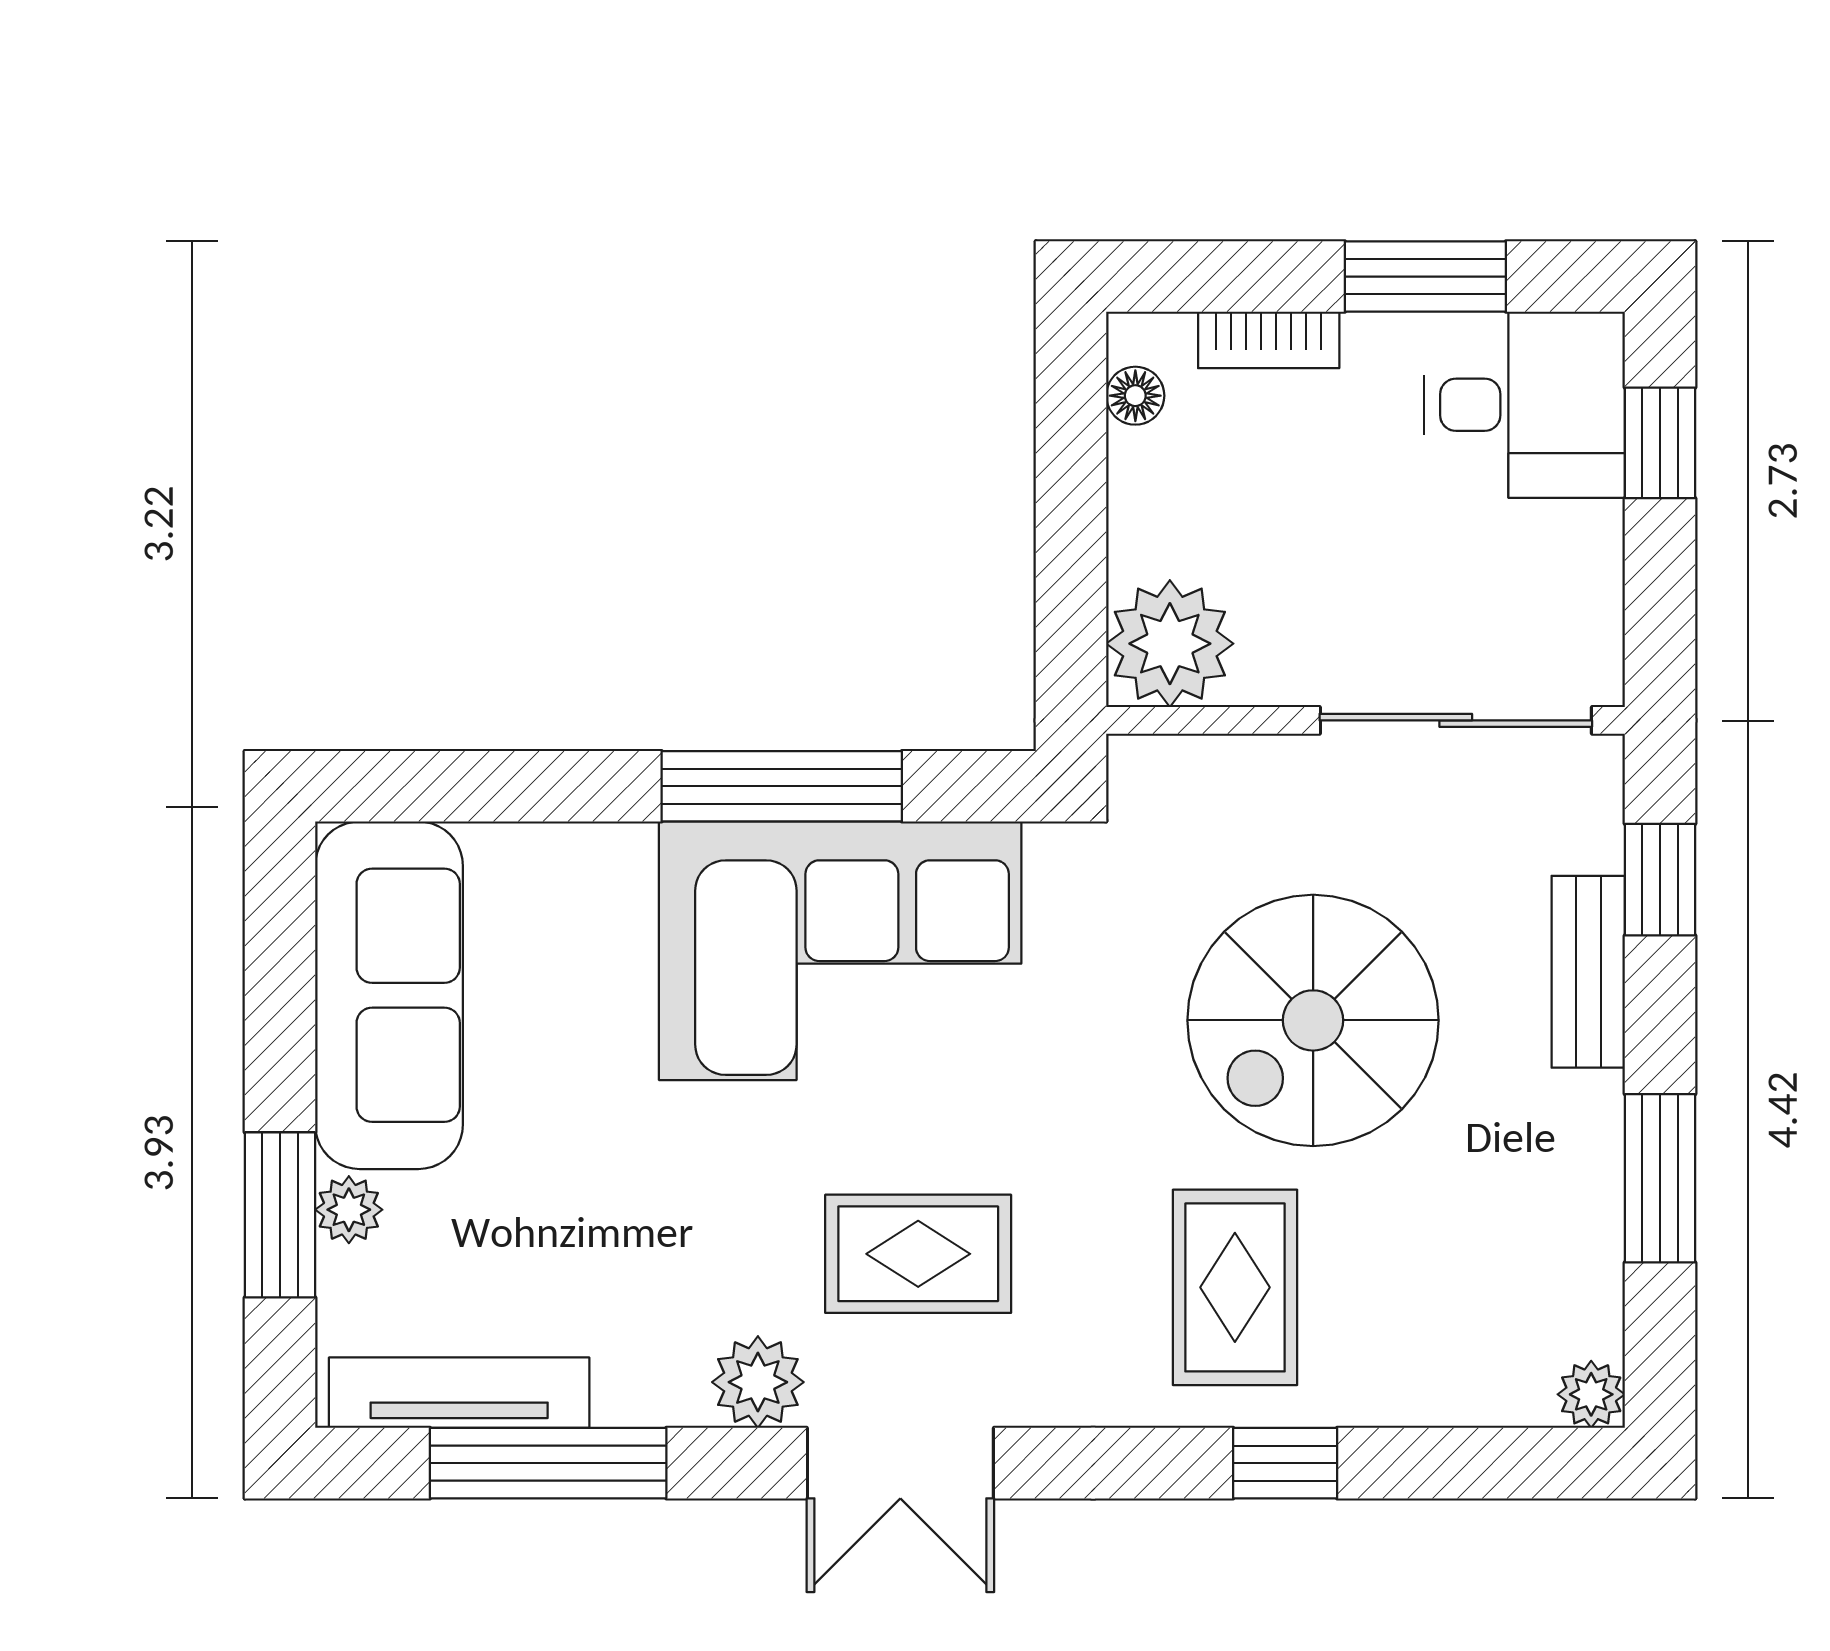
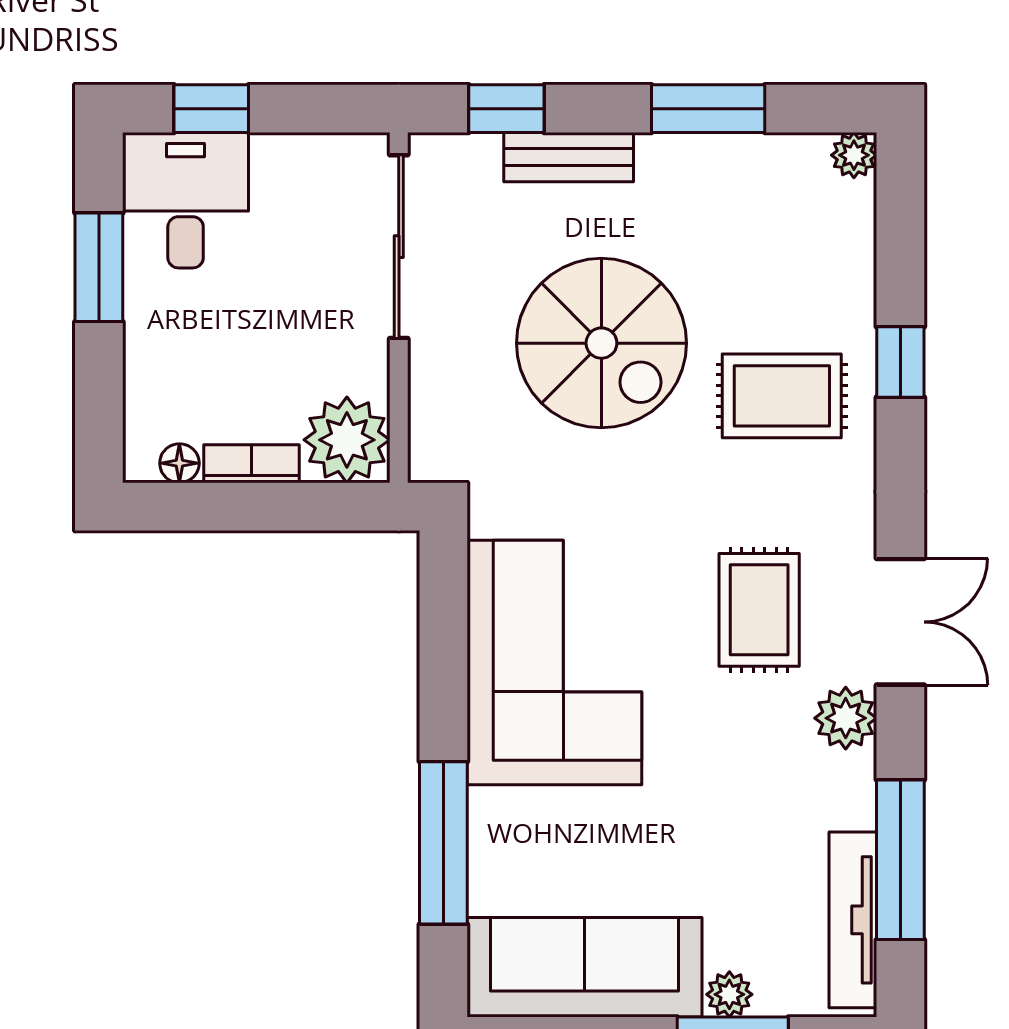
bookcase: (1269, 340) -> (251, 464), moved, turned -90
window: (782, 786) -> (443, 843), moved

